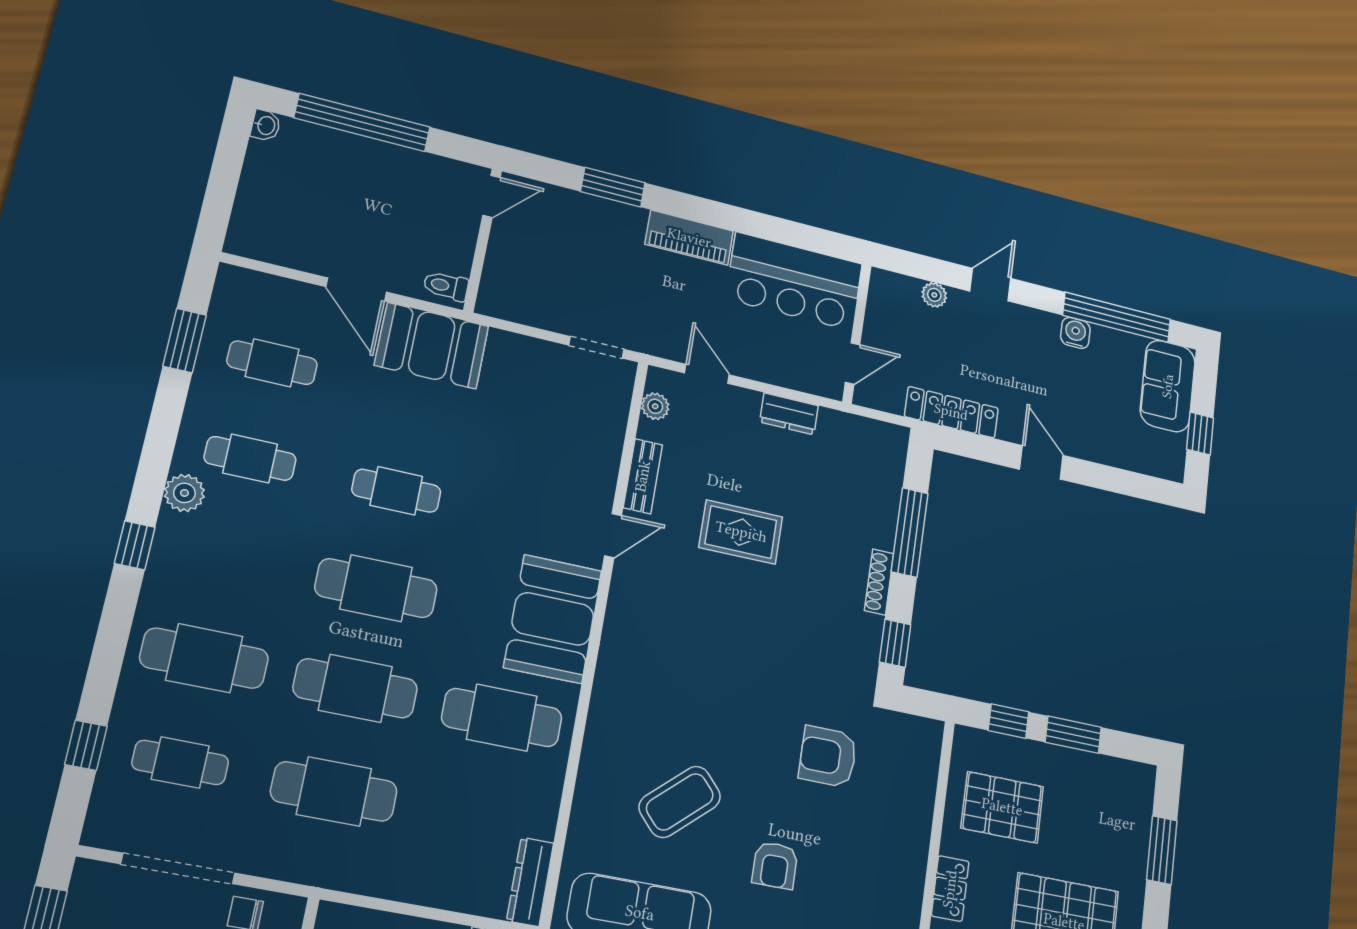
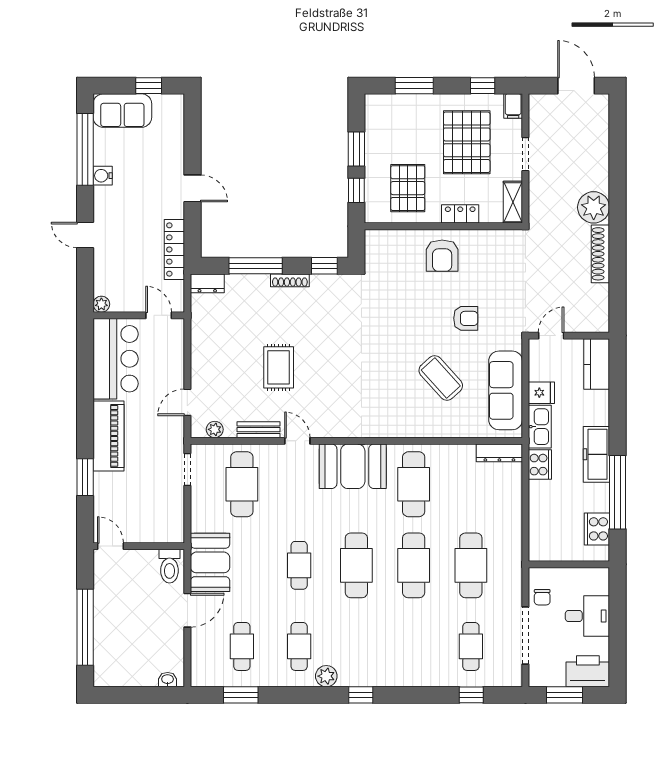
washbasin: (266, 125) -> (168, 680), moved
piano: (689, 238) -> (109, 436), width x1.37, depth x1.33
toilet: (446, 286) -> (169, 566), width x1.37, depth x1.39
plant: (934, 295) -> (101, 304), moved
dresser: (789, 414) -> (207, 283), moved, turned 90
door: (1041, 462) -> (192, 188), swing flipped
cafe table: (204, 658) -> (242, 484), moved
armchair: (828, 757) -> (442, 256), moved

